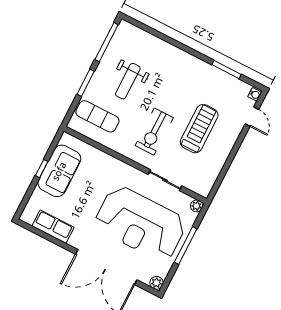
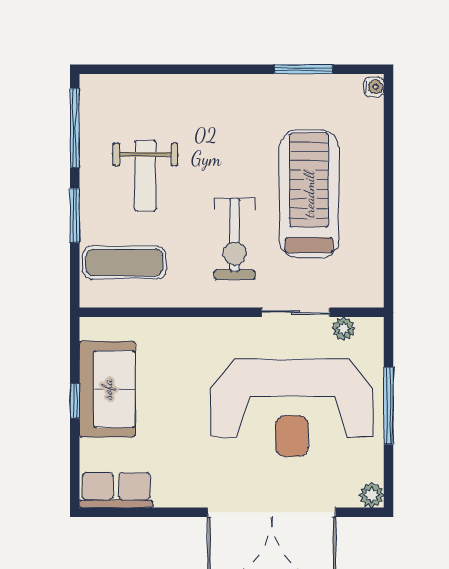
door: (252, 117) -> (389, 127), removed
treadmill: (199, 129) -> (309, 194), width x1.37, depth x1.38
plant: (197, 206) -> (344, 328), moved
row of seats: (53, 227) -> (116, 490), moved

